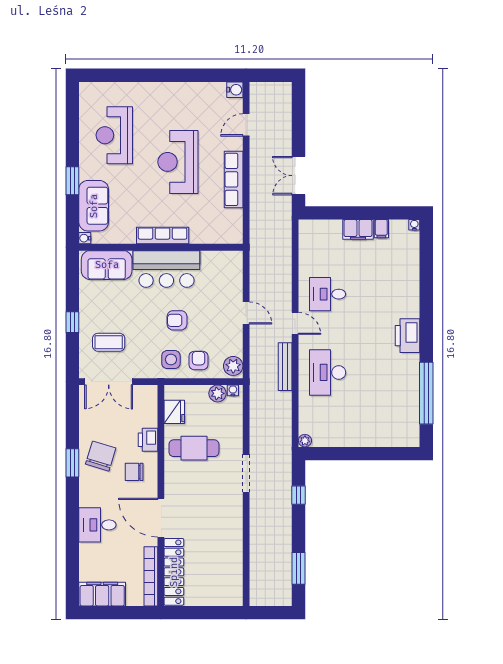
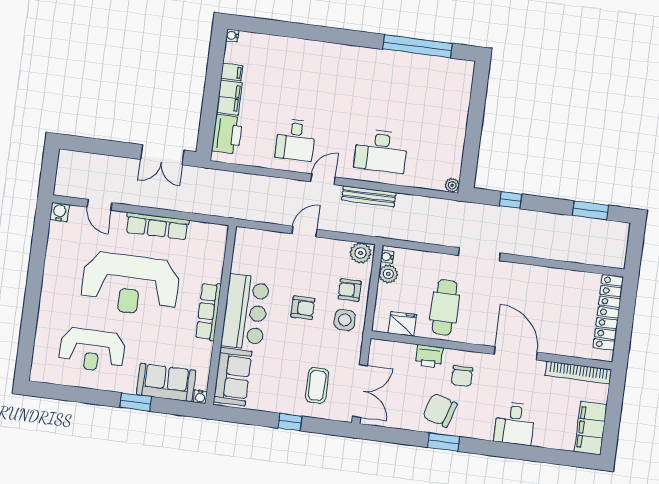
reception desk: (178, 162) -> (130, 284), width x1.36, depth x1.30
armchair: (177, 320) -> (303, 308), turned -90
printer: (408, 336) -> (227, 134), moved, turned -90
door: (161, 518) -> (516, 353), swing flipped
locker: (174, 572) -> (608, 312), moved, turned -90

